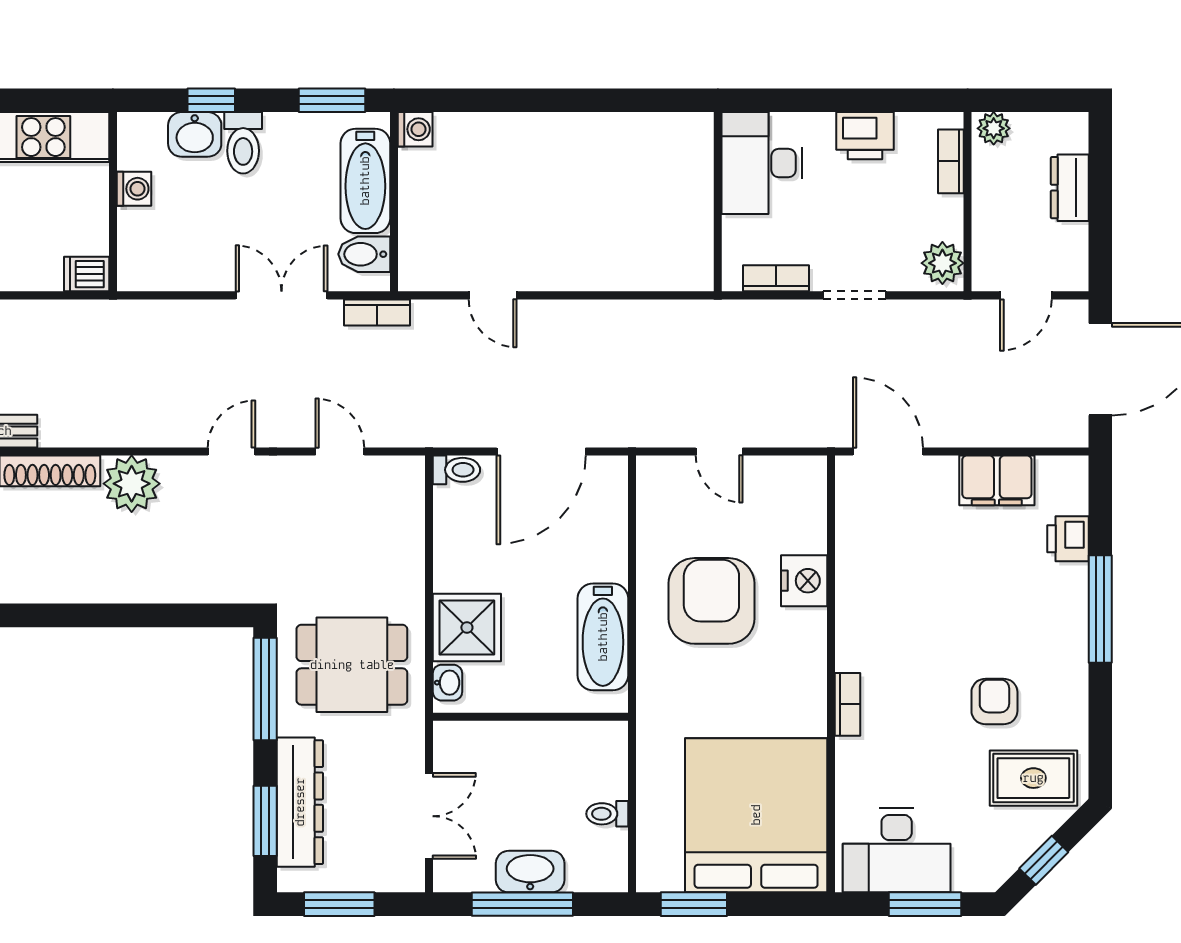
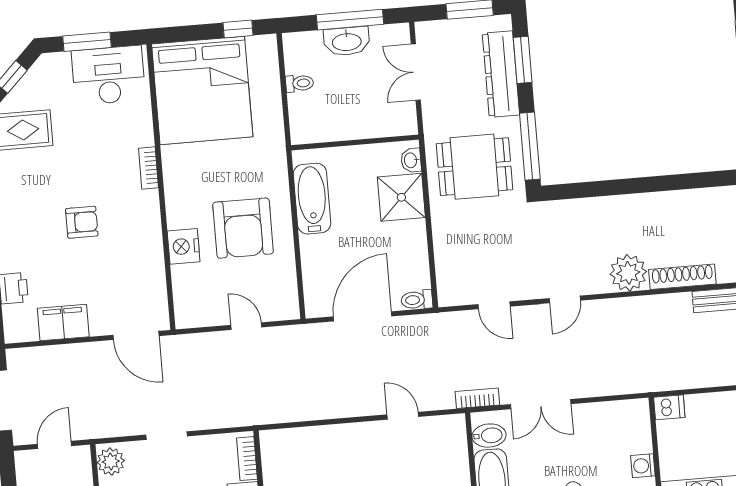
bookcase: (776, 278) -> (247, 459), moved, turned 90
armchair: (994, 702) -> (82, 222), moved, turned -90
window: (694, 904) -> (238, 29), width x0.67

